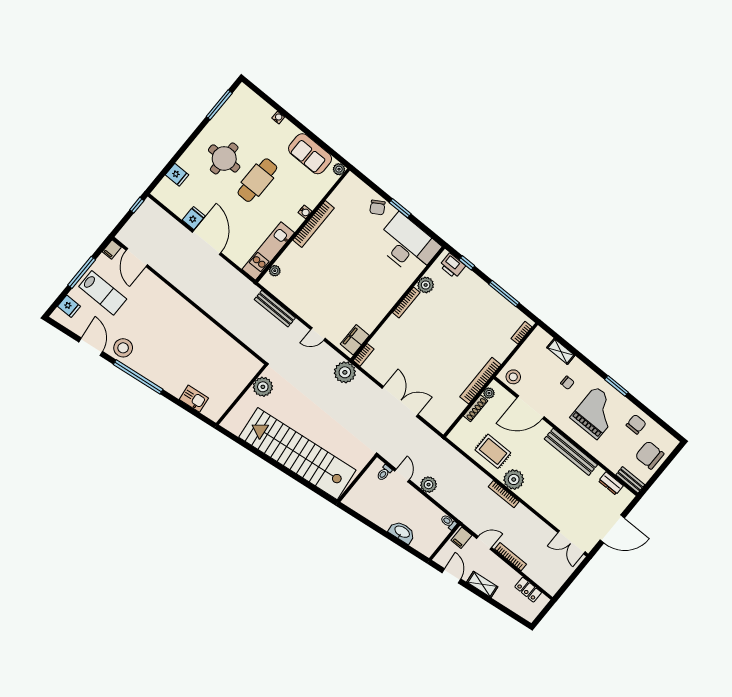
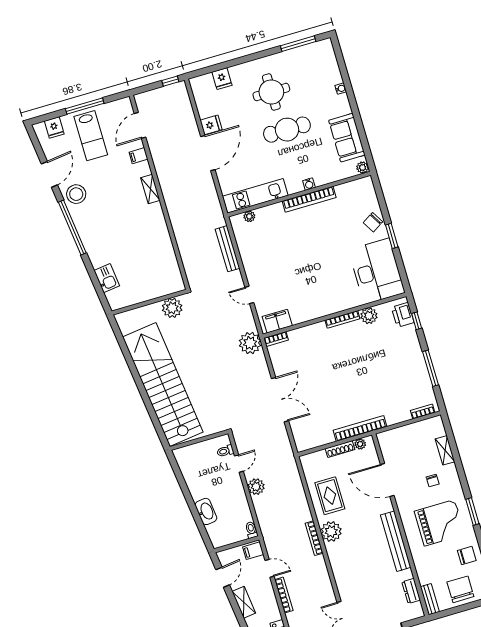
filing cabinet: (112, 249) -> (139, 156), moved
shelving: (180, 303) -> (150, 189), added
stool: (513, 377) -> (390, 444), removed

